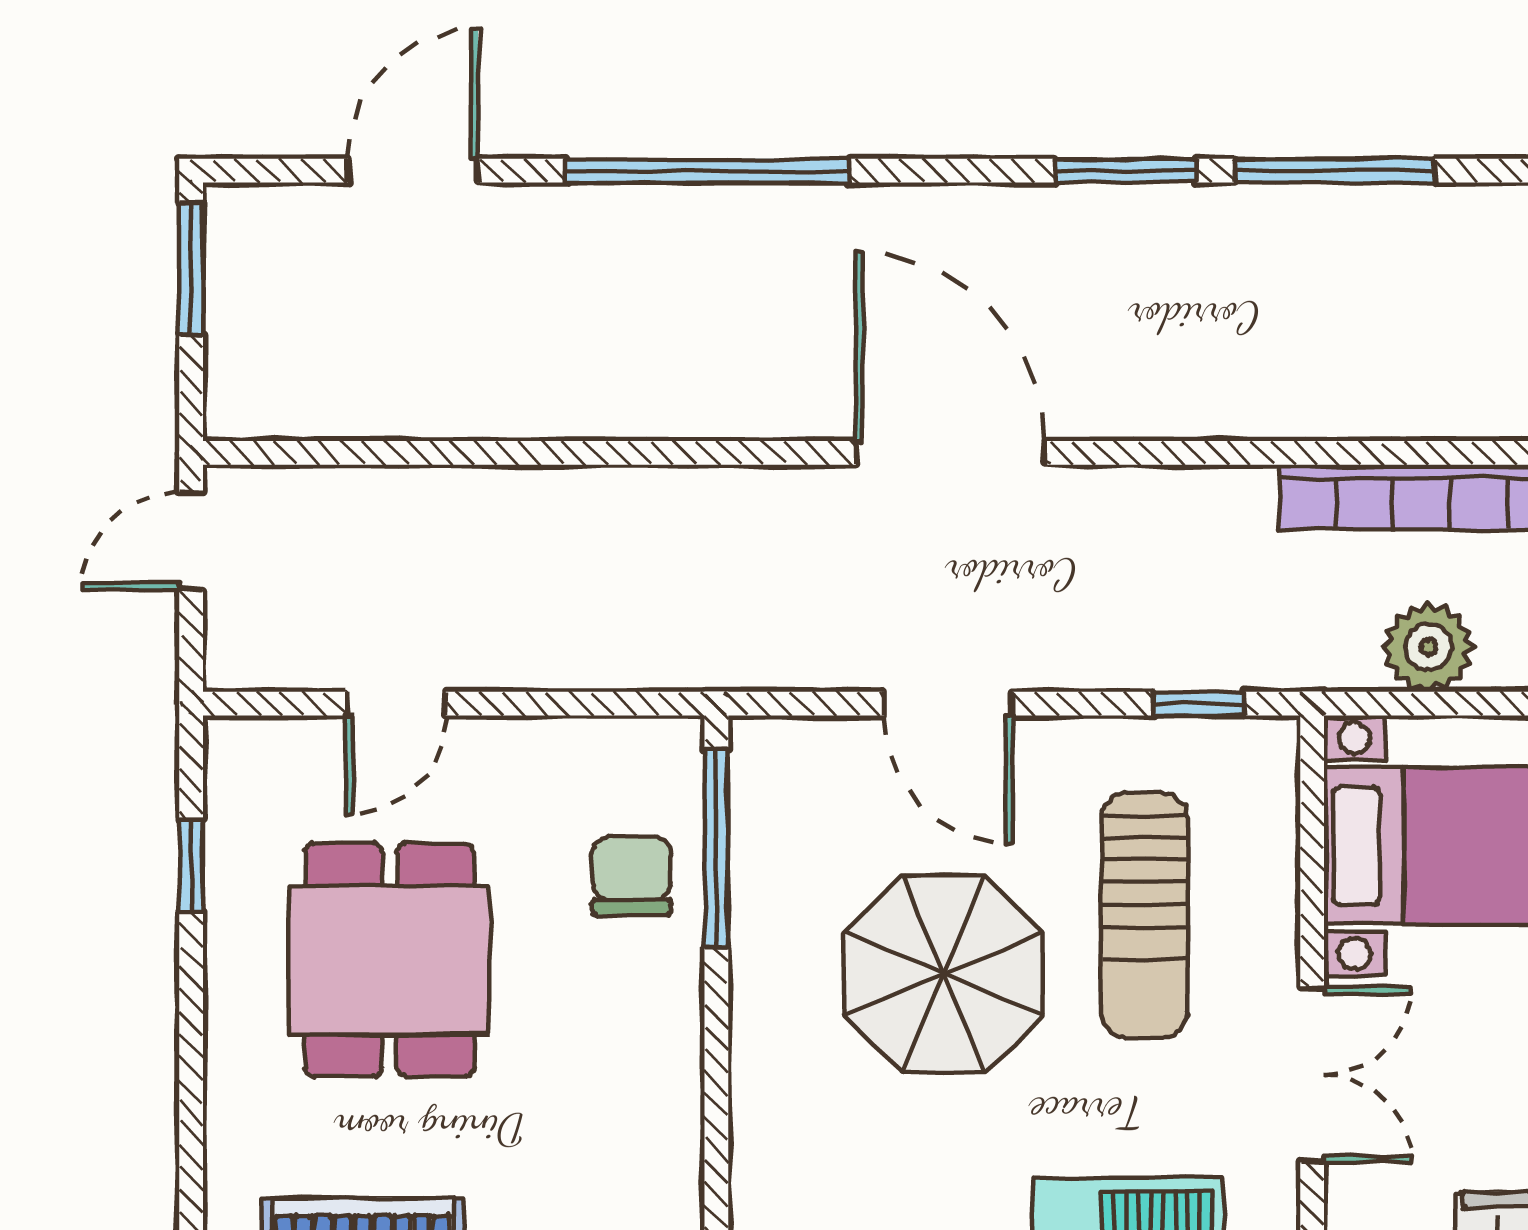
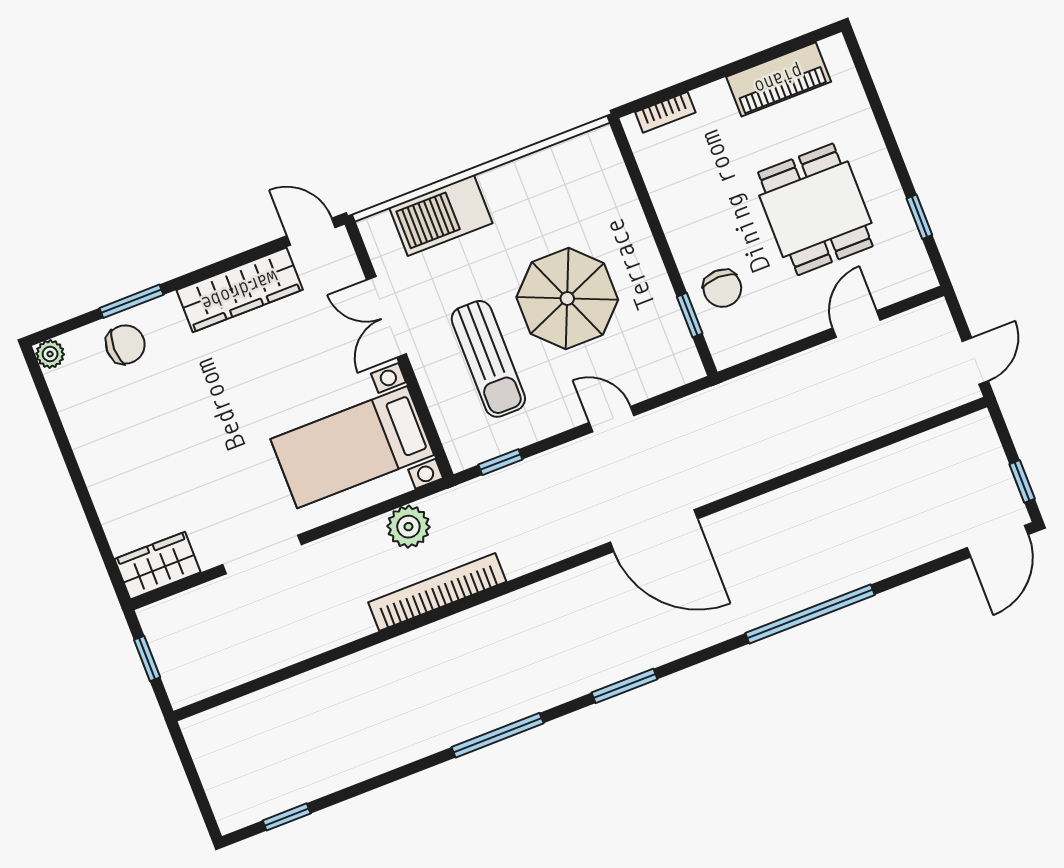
door: (413, 171) -> (998, 541), moved
window: (1335, 171) -> (498, 735), moved
window: (191, 269) -> (1022, 481), width x0.67
door: (948, 704) -> (612, 419), width x0.73
window: (716, 848) -> (690, 315), width x0.46
sun lounger: (1144, 915) -> (488, 359), turned 180

